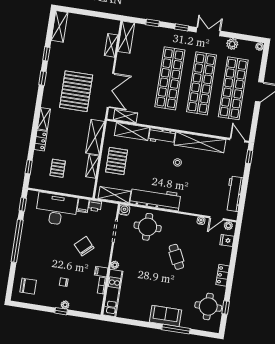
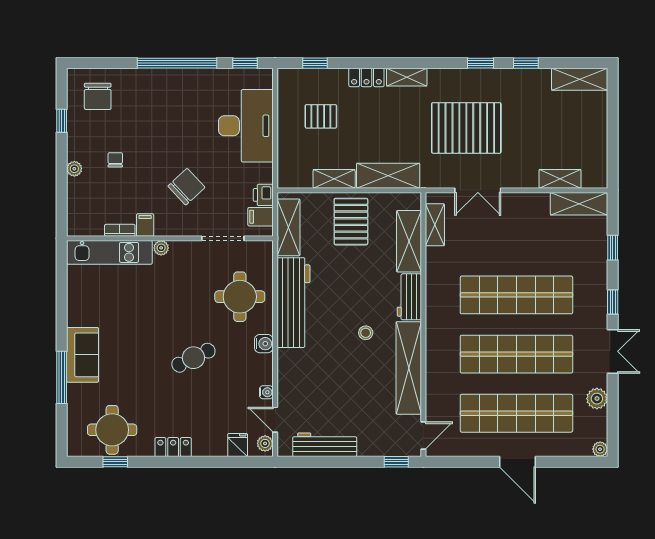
double door: (111, 90) -> (478, 190), width x0.73
pallet: (117, 161) -> (351, 222), turned 90
filing cabinet: (83, 205) -> (260, 217), moved
water cooler: (124, 210) -> (264, 344), moved
window: (61, 311) -> (62, 121), moved

